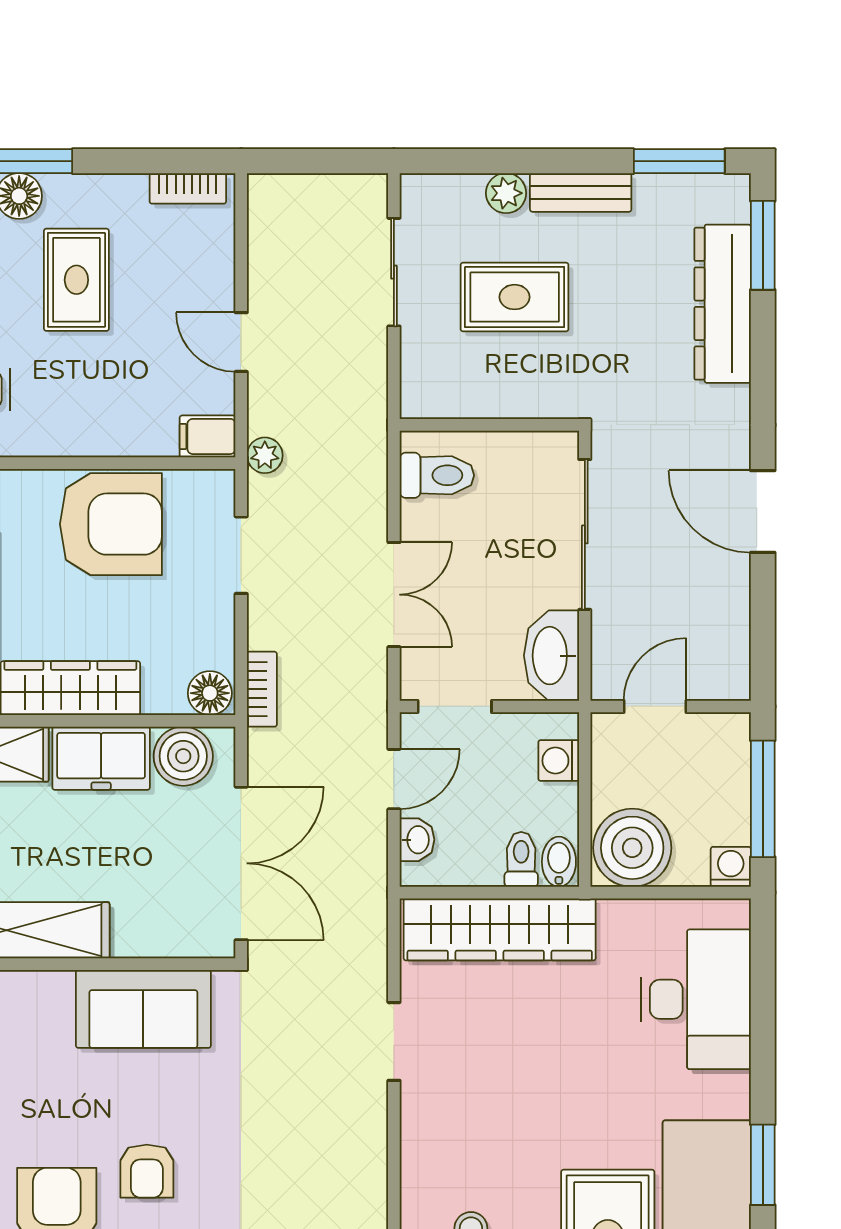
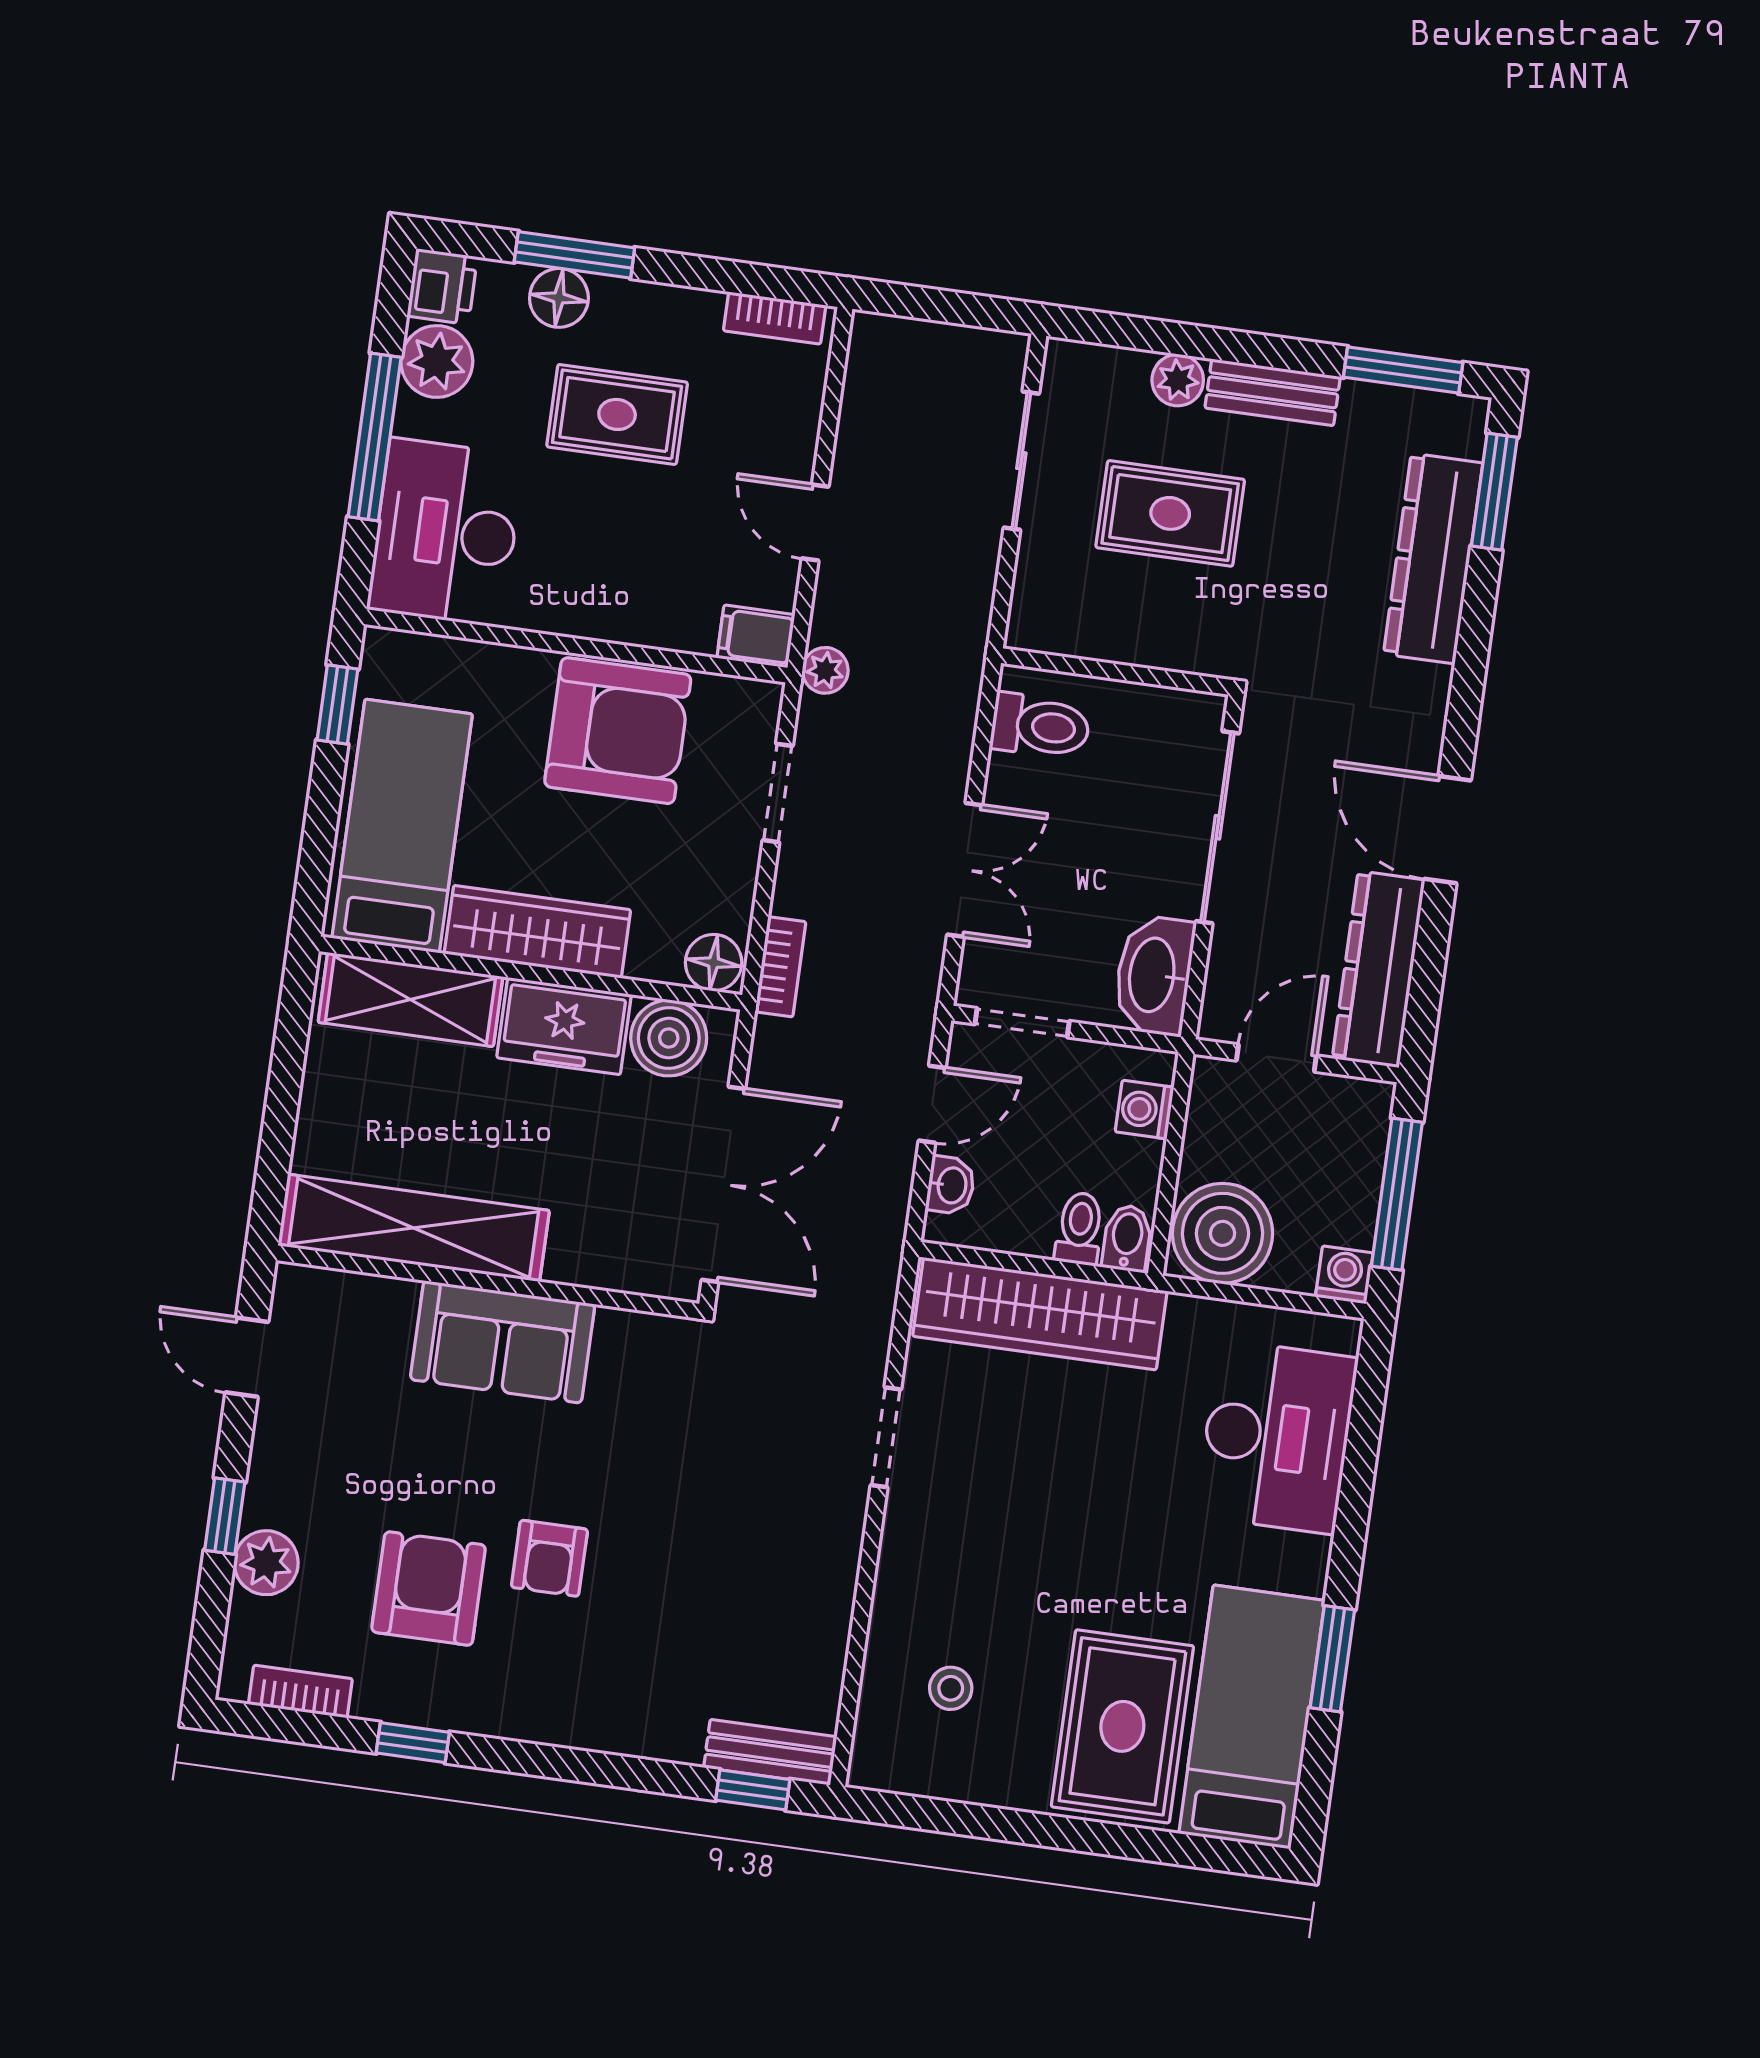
rug: (76, 280) -> (617, 414), turned 90
dresser: (724, 627) -> (1379, 969), added
sofa: (143, 1009) -> (503, 1342), moved

